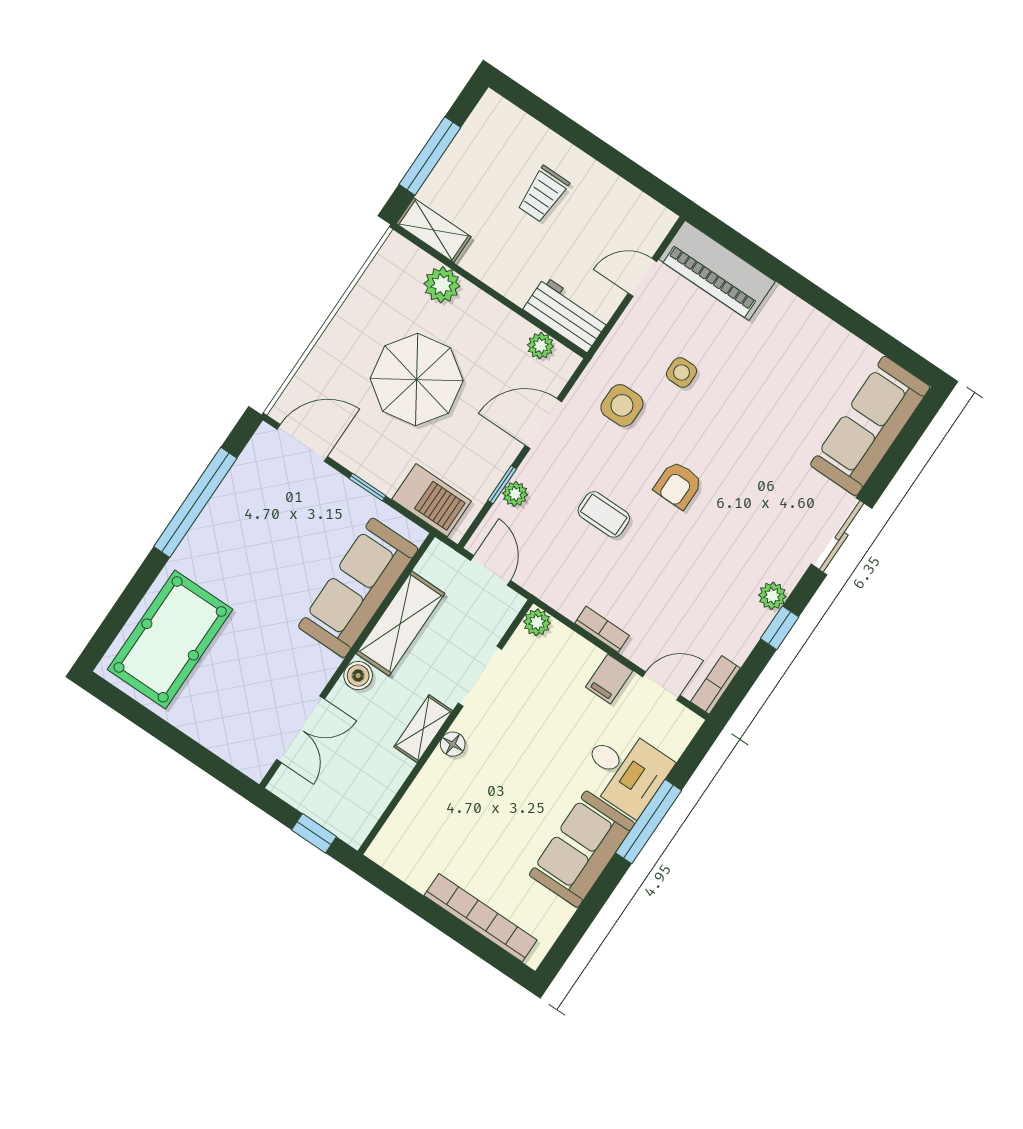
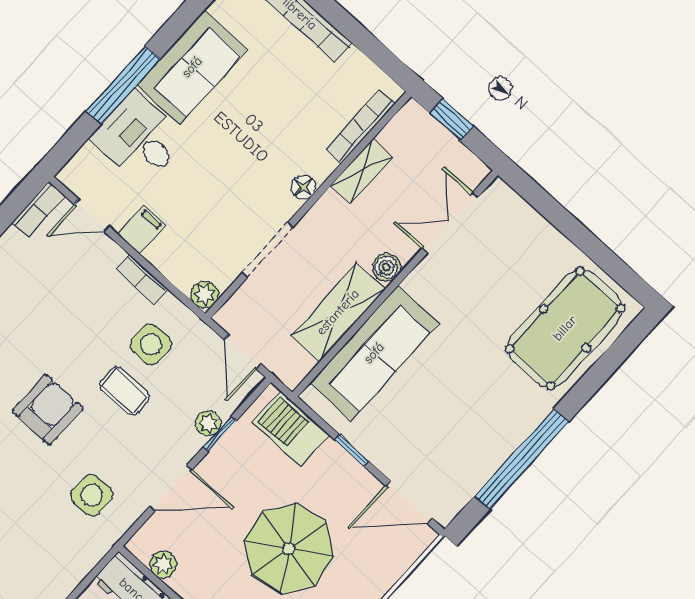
side table: (682, 372) -> (151, 344), moved, width x1.37, depth x1.37
armchair: (678, 485) -> (48, 410), width x1.38, depth x1.38
shelving: (423, 729) -> (362, 171), moved
bookcase: (404, 813) -> (361, 127), added

